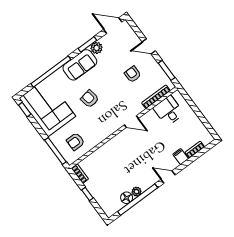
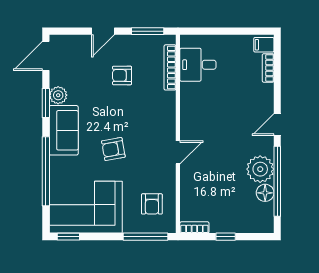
door: (131, 122) -> (178, 152), moved
filing cabinet: (181, 157) -> (264, 45), moved
plant: (136, 192) -> (260, 169), width x1.87, depth x1.87

